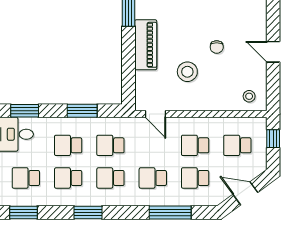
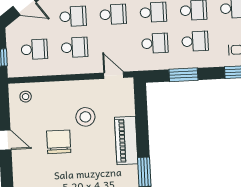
chair: (217, 47) -> (59, 142), width x1.87, depth x1.87

